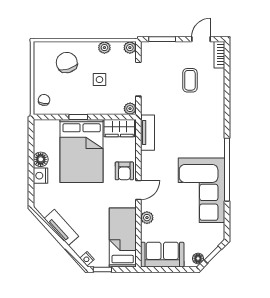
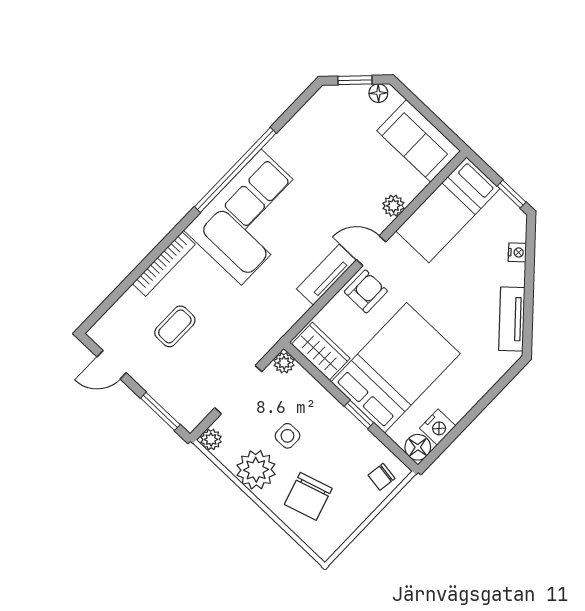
plant: (104, 48) -> (256, 470), width x1.88, depth x1.88
bookcase: (219, 55) -> (164, 264), moved, width x1.56
tv unit: (147, 133) -> (326, 275), moved
floor lamp: (41, 159) -> (418, 447), moved
nightstand: (40, 176) -> (438, 427), moved
corner sofa: (202, 190) -> (251, 217), moved
tv unit: (61, 227) -> (512, 319), moved
nightstand: (87, 259) -> (517, 252), moved

